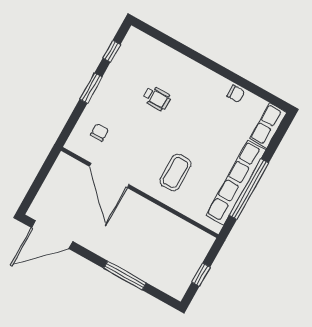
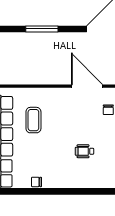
coffee table: (175, 173) -> (33, 120), moved

